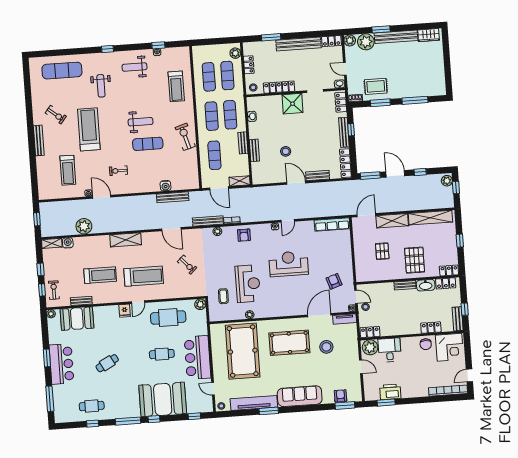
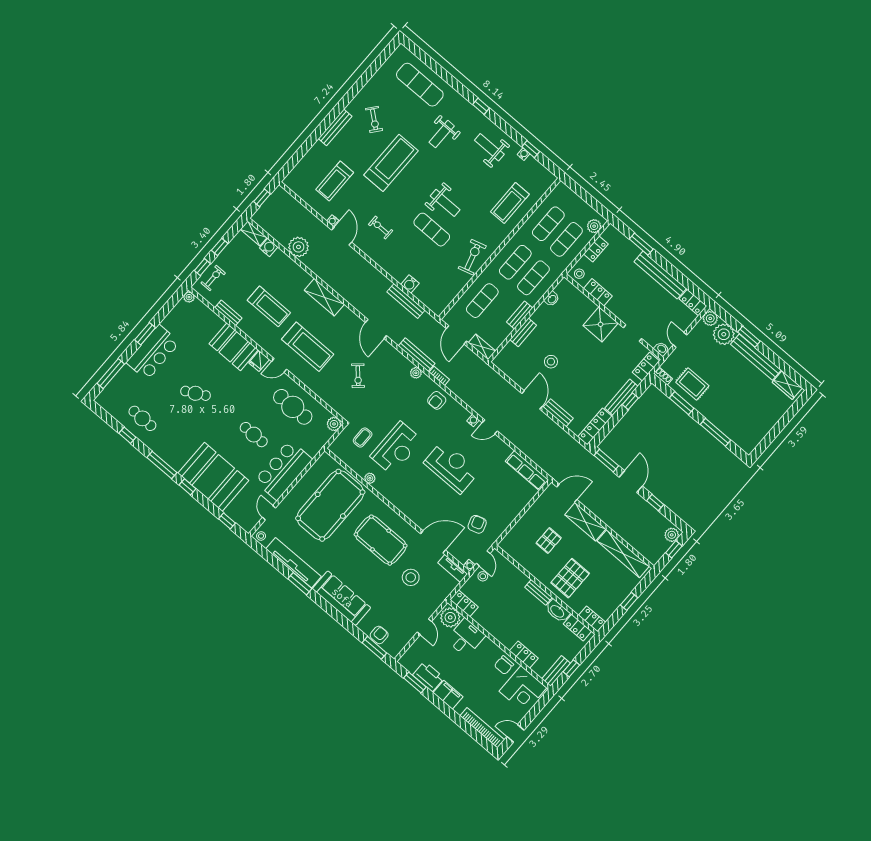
locker: (279, 87) -> (598, 292), width x0.66
booth: (77, 319) -> (234, 347), moved
filing cabinet: (411, 391) -> (448, 695), added

